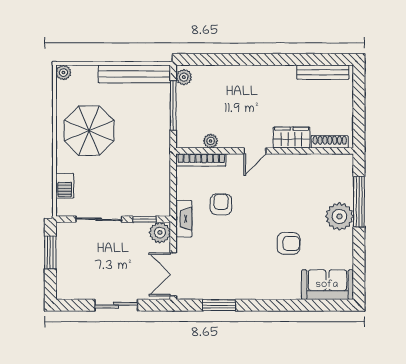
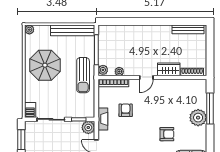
plant: (184, 77) -> (103, 70), moved
sun lounger: (151, 147) -> (83, 75), added
barbecue: (65, 186) -> (30, 110), moved

